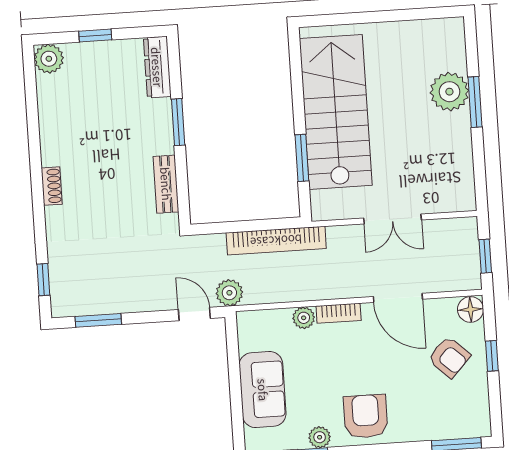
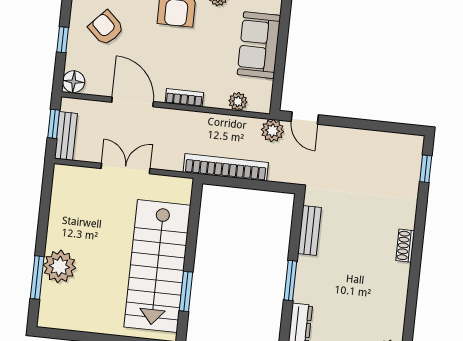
window: (475, 102) -> (37, 277), moved
window: (302, 158) -> (186, 291), moved
bench: (468, 245) -> (66, 136), added
plant: (304, 318) -> (238, 101), moved
window: (98, 320) -> (386, 127), removed
armchair: (449, 357) -> (106, 28), moved

